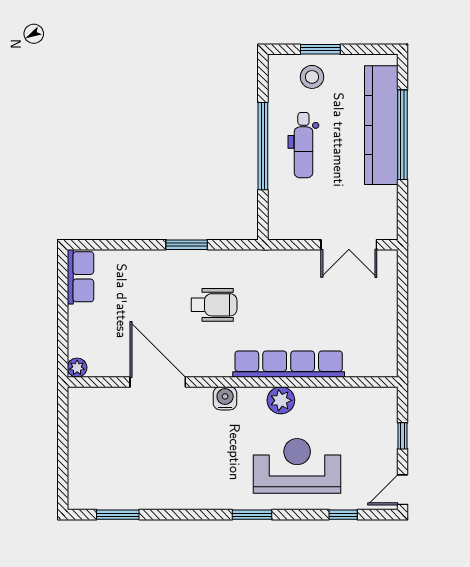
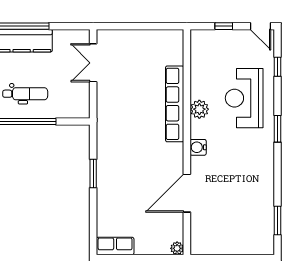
double door: (349, 245) -> (93, 63), swing flipped
wheelchair: (214, 305) -> (134, 155), removed

